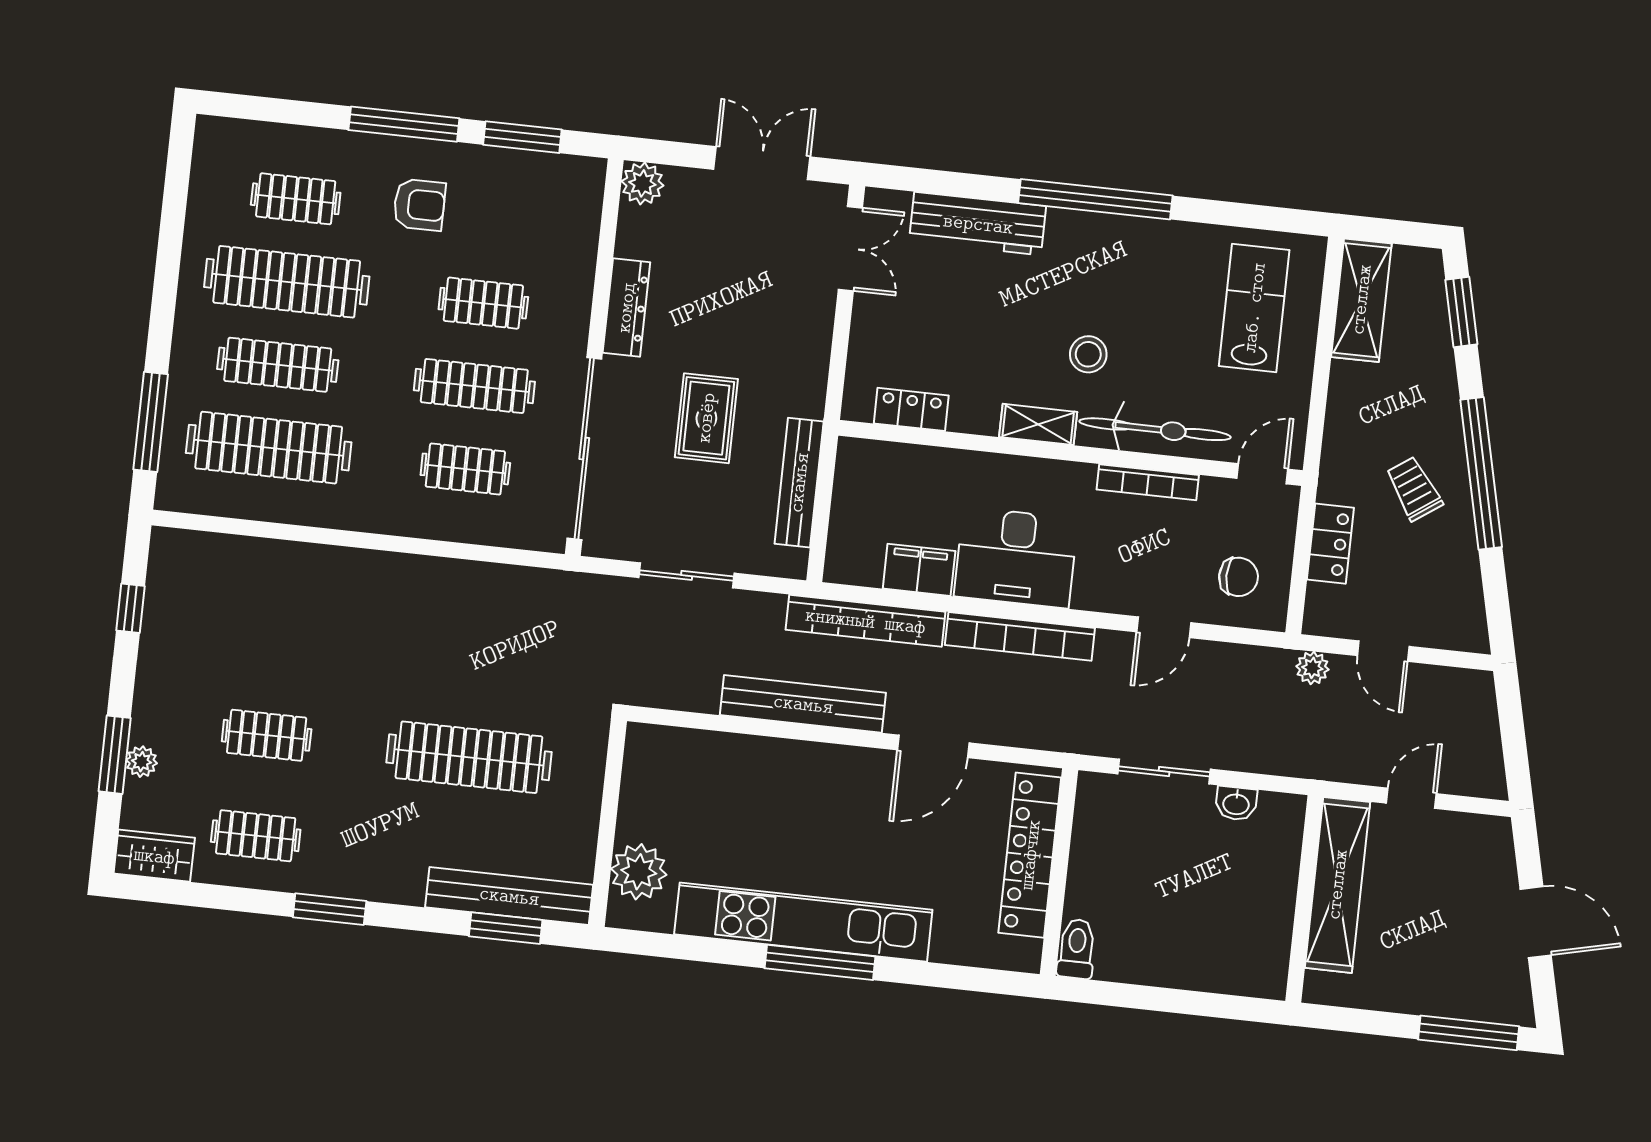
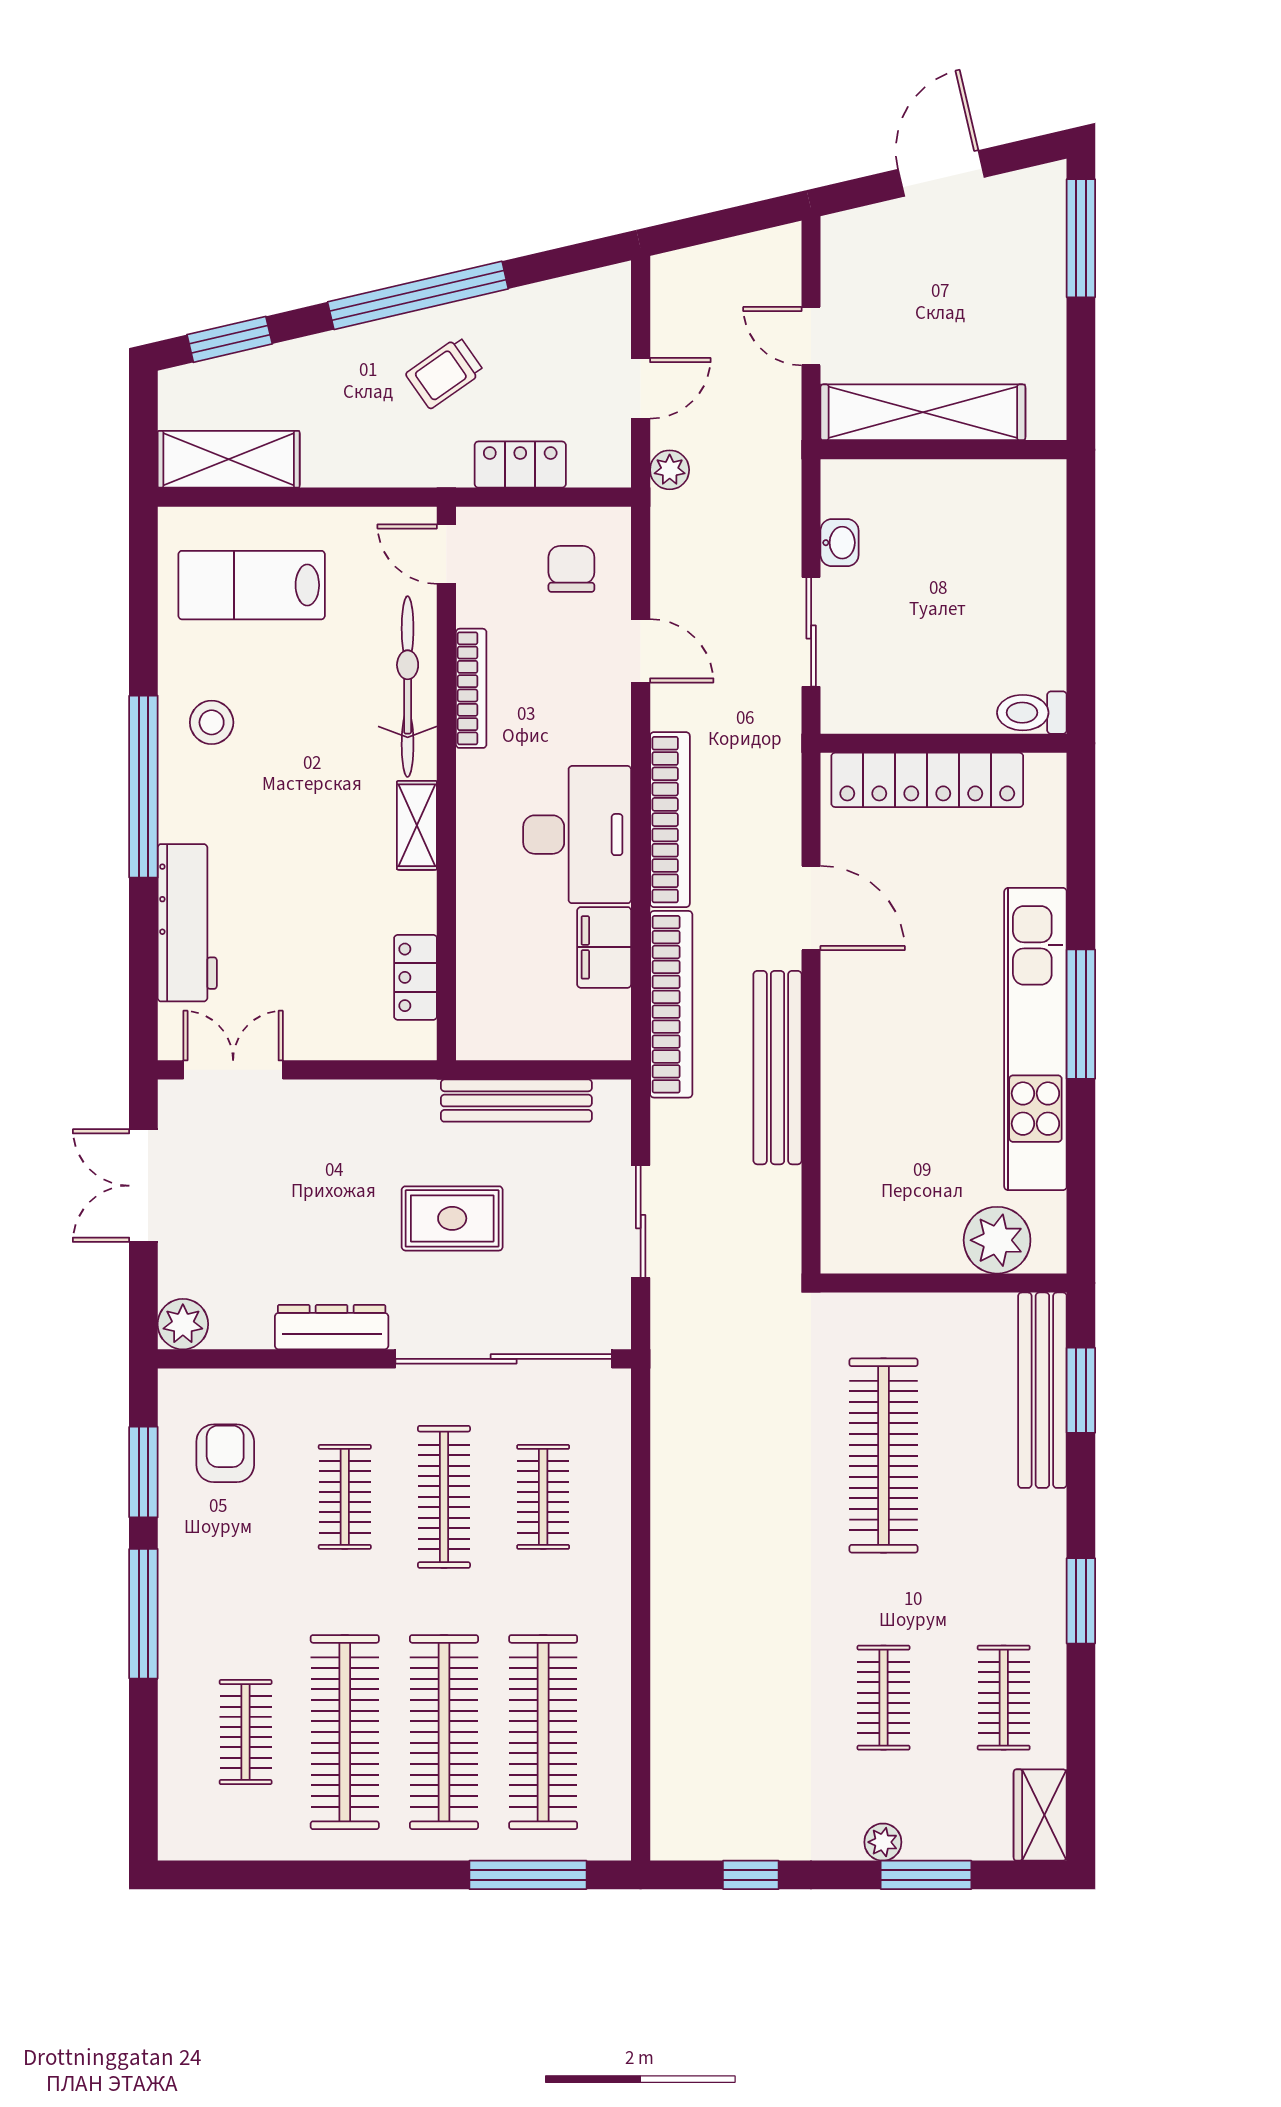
armchair: (419, 205) -> (225, 1453), moved
stool: (1088, 354) -> (212, 722), moved
clothes rail: (278, 365) -> (444, 1732), width x1.37, depth x1.31
plant: (142, 762) -> (883, 1842), moved

